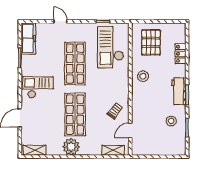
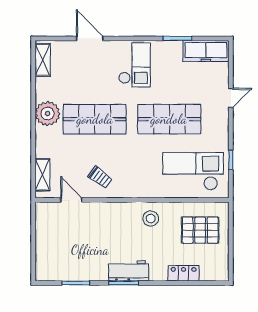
stool: (171, 121) -> (85, 260), removed

